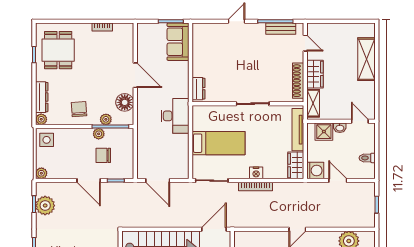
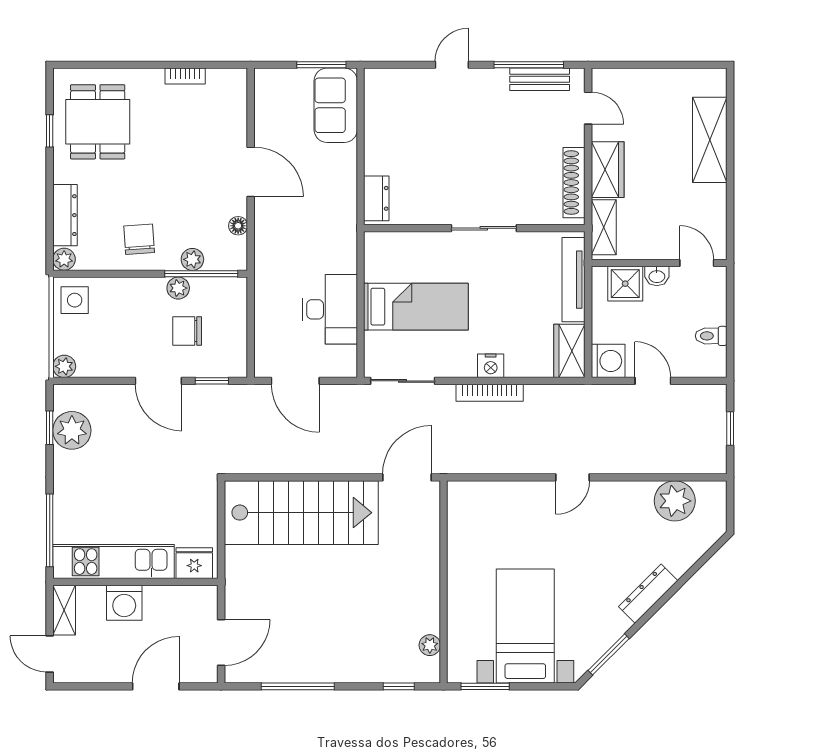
floor lamp: (125, 102) -> (238, 226), width x0.53, depth x0.53
desk: (175, 116) -> (330, 309), moved

